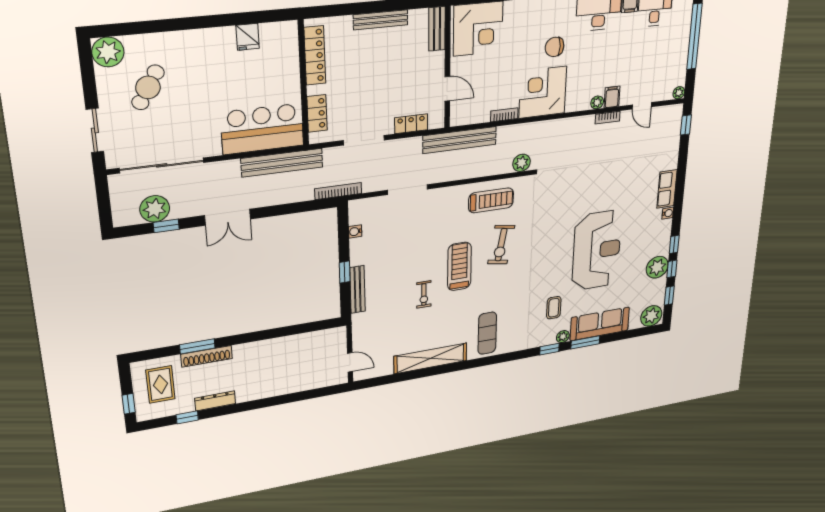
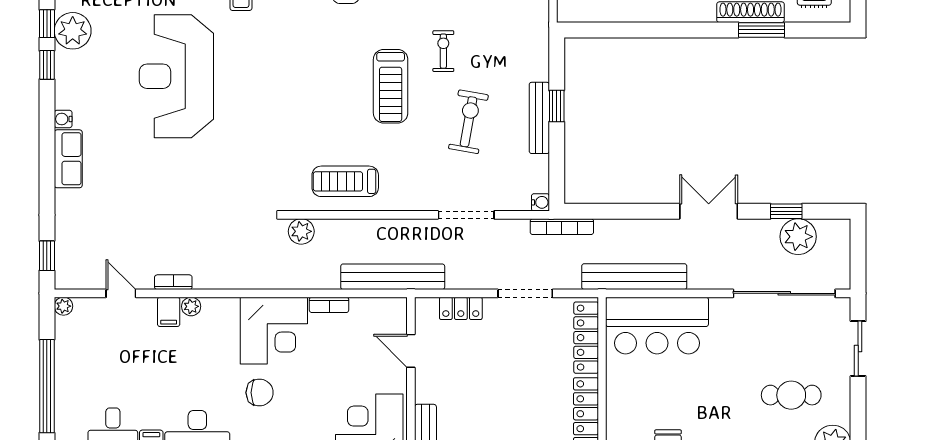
cafe table: (148, 87) -> (791, 395), turned 59
locker: (317, 113) -> (586, 338), width x1.53
water cooler: (355, 231) -> (540, 202), moved
exercise bike: (501, 245) -> (468, 122), moved
bench: (358, 290) -> (539, 118), moved

